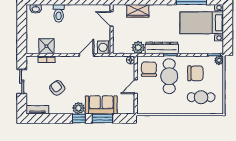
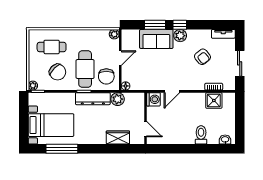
chair: (195, 73) -> (58, 72), turned -135
plant: (141, 109) -> (114, 34), added

